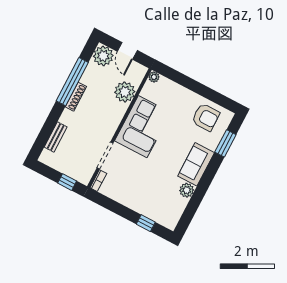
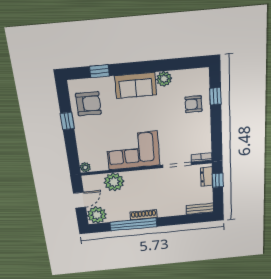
window: (203, 90) -> (67, 121), added
armchair: (206, 117) -> (88, 104), turned 90
bench: (56, 137) -> (200, 209), moved
window: (225, 143) -> (99, 71), width x0.67
dresser: (77, 174) -> (207, 177), added
armchair: (150, 201) -> (193, 104), added

